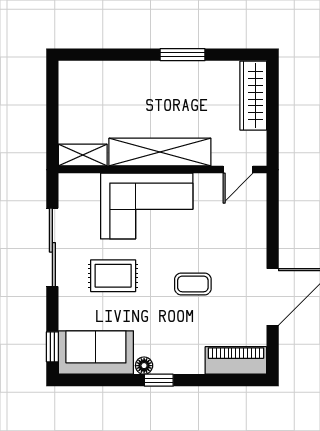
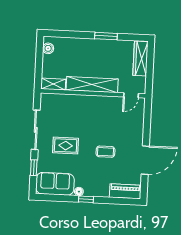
boiler: (69, 85) -> (48, 48), added
corner sofa: (147, 206) -> (84, 111), removed
window: (52, 347) -> (34, 168), moved

